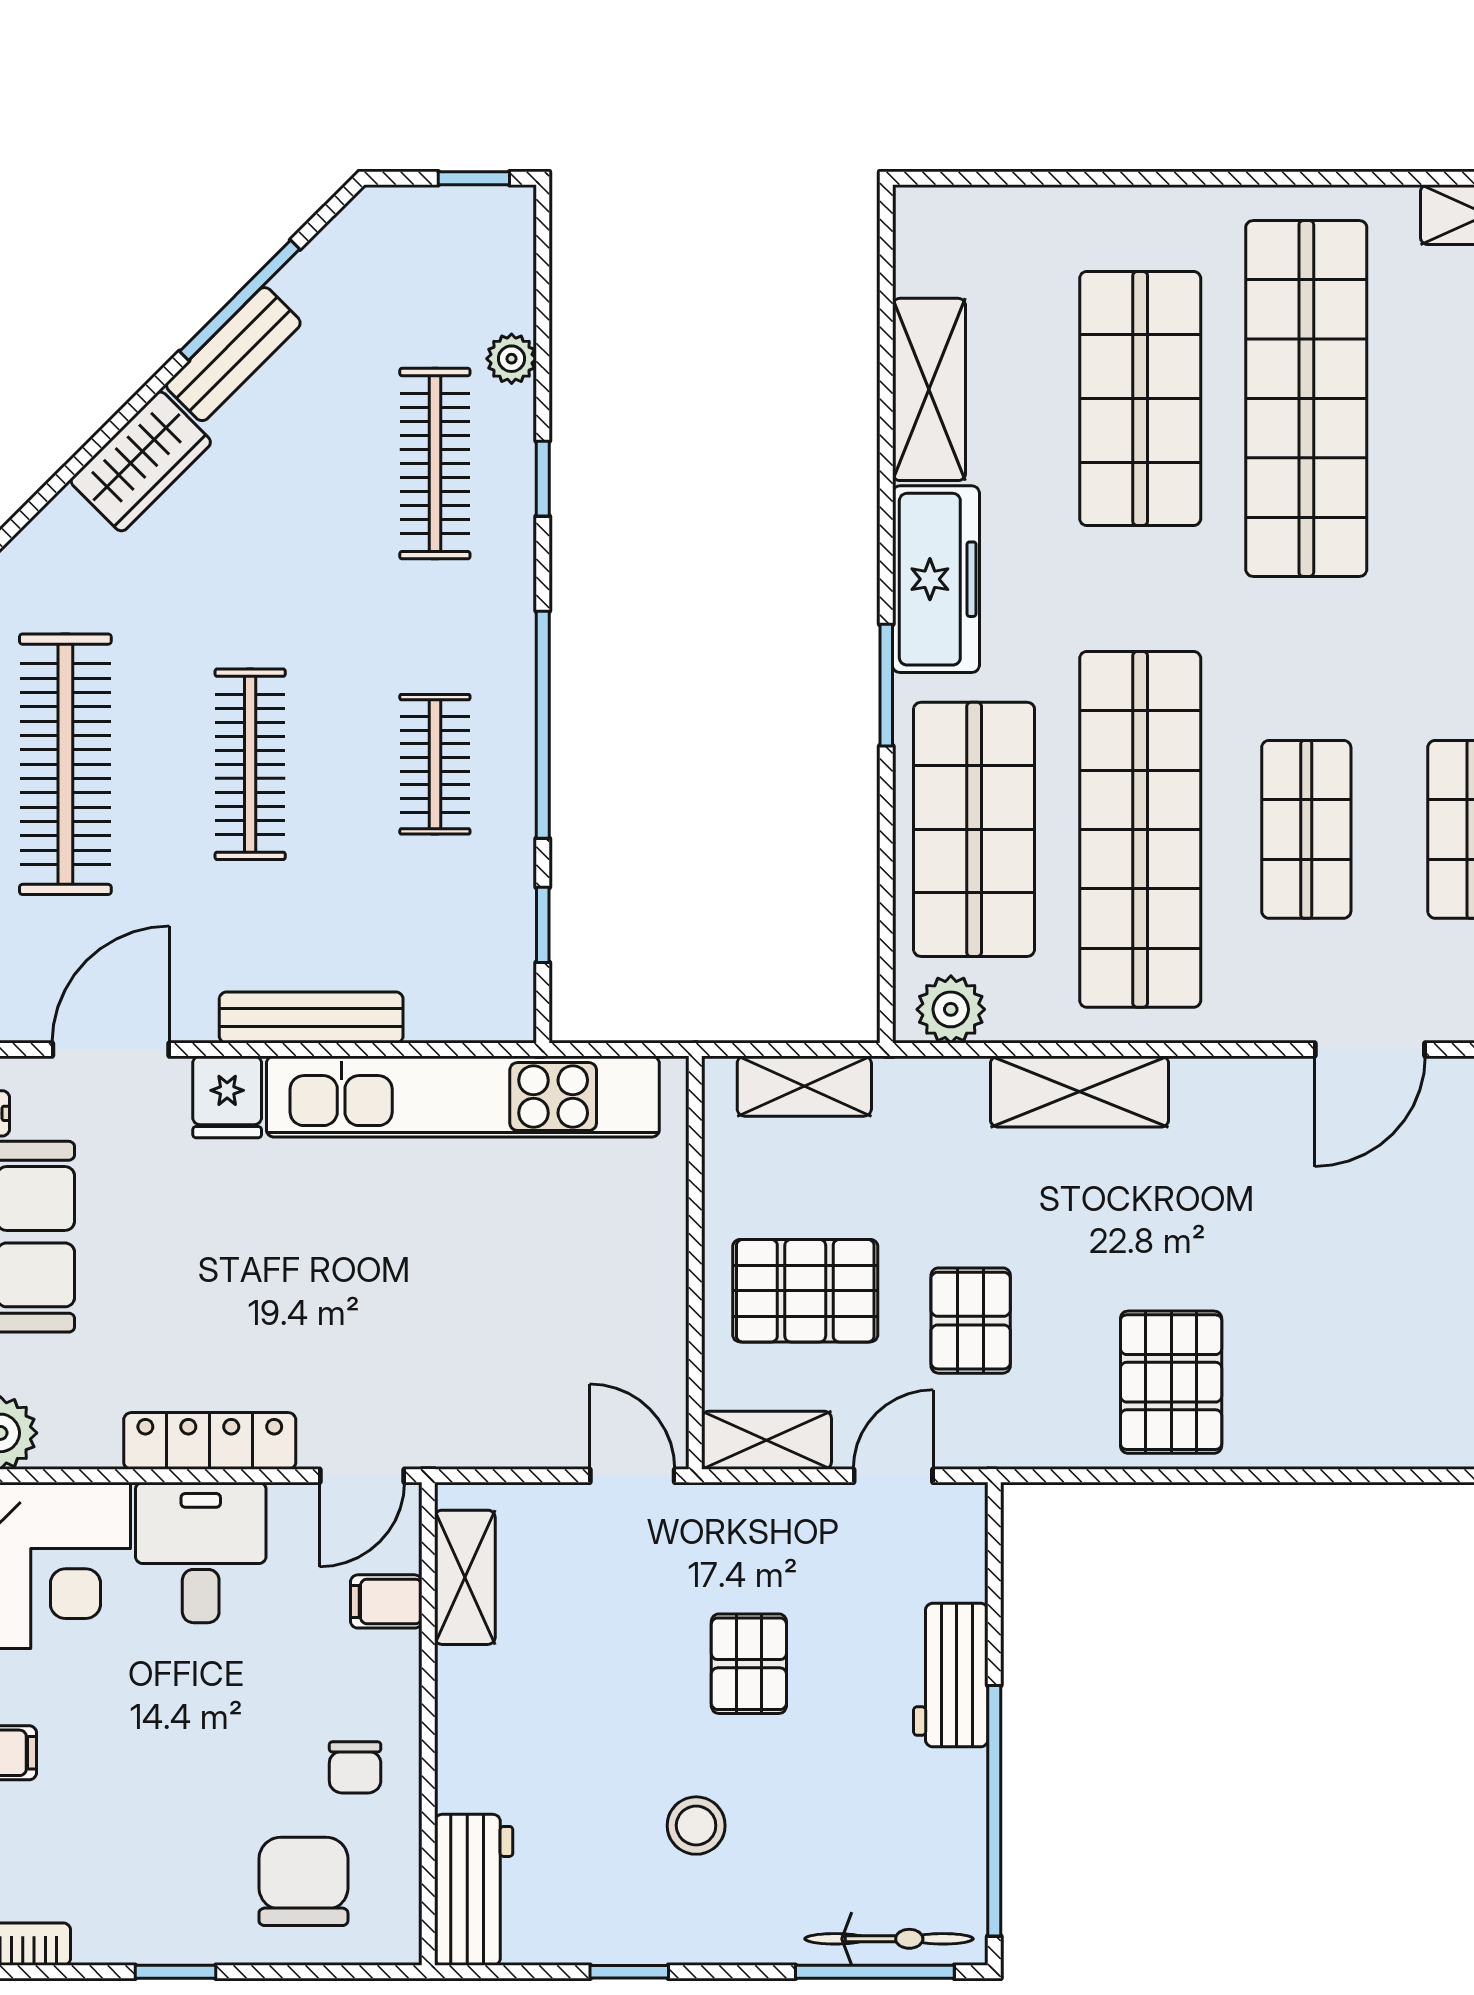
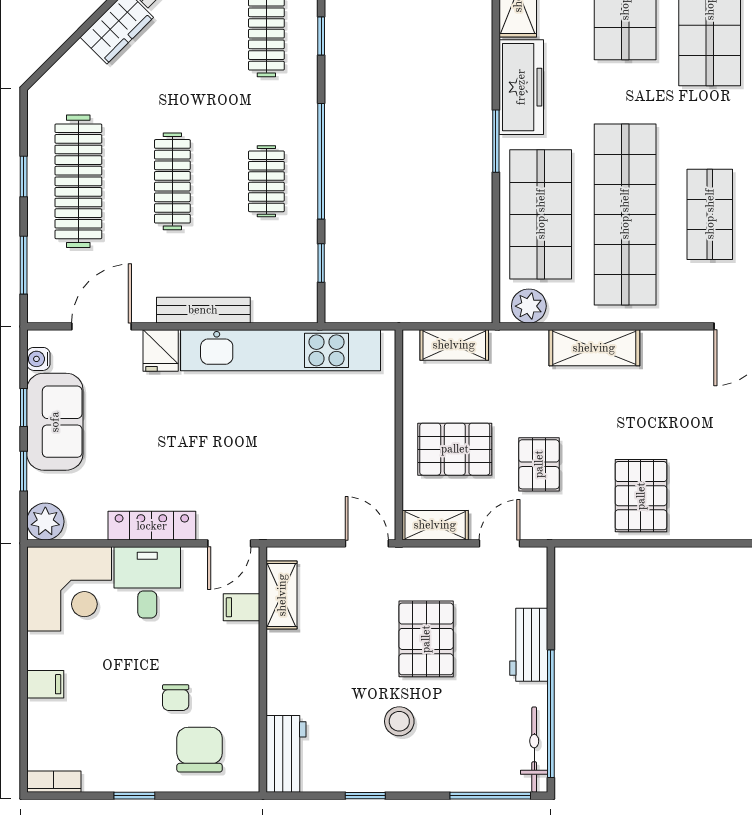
pallet: (749, 1664) -> (426, 639), width x1.50, depth x1.42
chair: (355, 1767) -> (176, 698), moved
bicycle: (889, 1939) -> (534, 750), moved, turned -90

